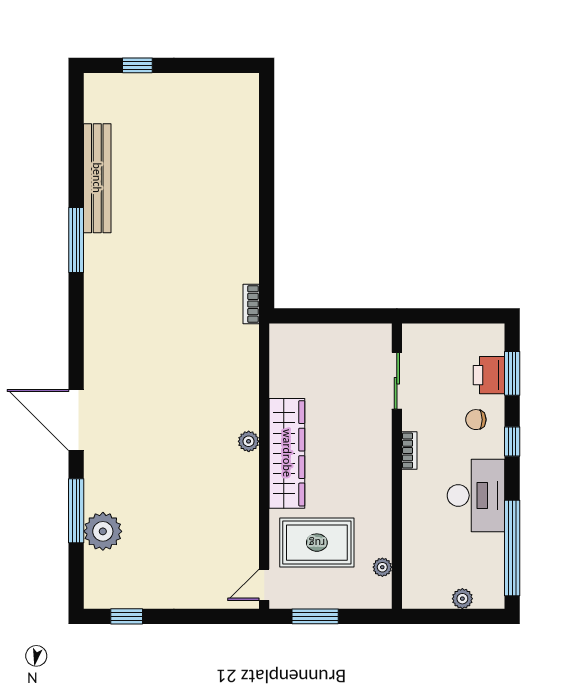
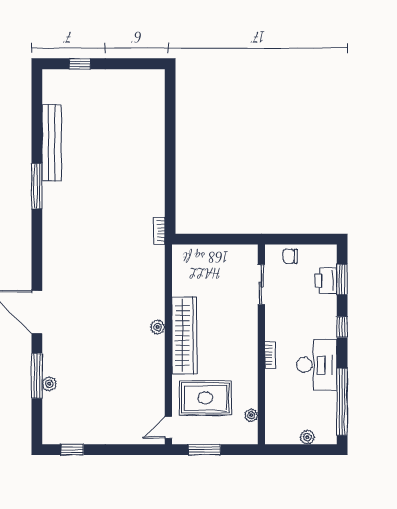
chair: (476, 420) -> (290, 256), moved
bookcase: (409, 451) -> (270, 355), moved
plant: (103, 531) -> (49, 384), width x0.53, depth x0.53

